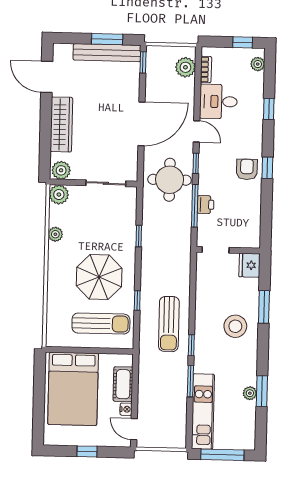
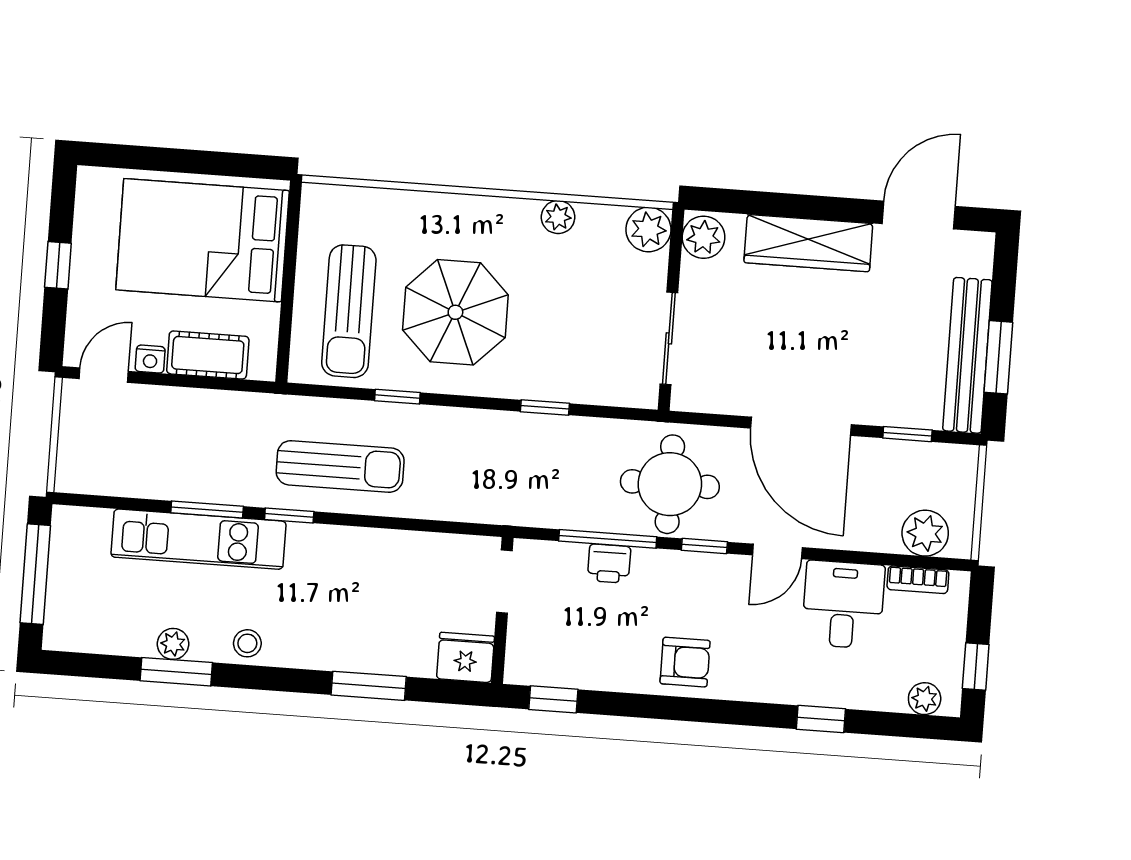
window: (143, 62) -> (907, 434), moved
window: (267, 168) -> (553, 699), moved
sun lounger: (169, 324) -> (340, 466), turned 180
stool: (235, 326) -> (247, 643), moved, width x0.53, depth x0.53
kitchen unit: (203, 411) -> (198, 539), moved

